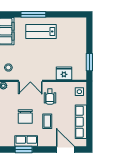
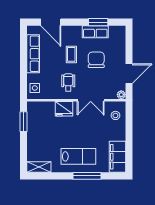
shelving: (76, 22) -> (39, 167), added
fridge: (64, 73) -> (64, 109), moved
double door: (30, 81) -> (91, 100), swing flipped

